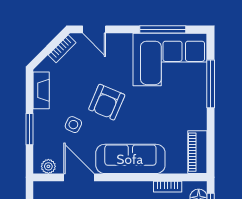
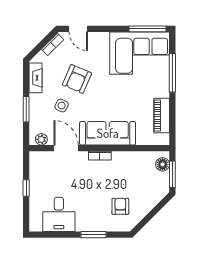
window: (163, 29) -> (147, 29), moved
armchair: (107, 102) -> (77, 79), moved
piano: (197, 152) -> (162, 115), moved
bookcase: (168, 187) -> (100, 156), moved

